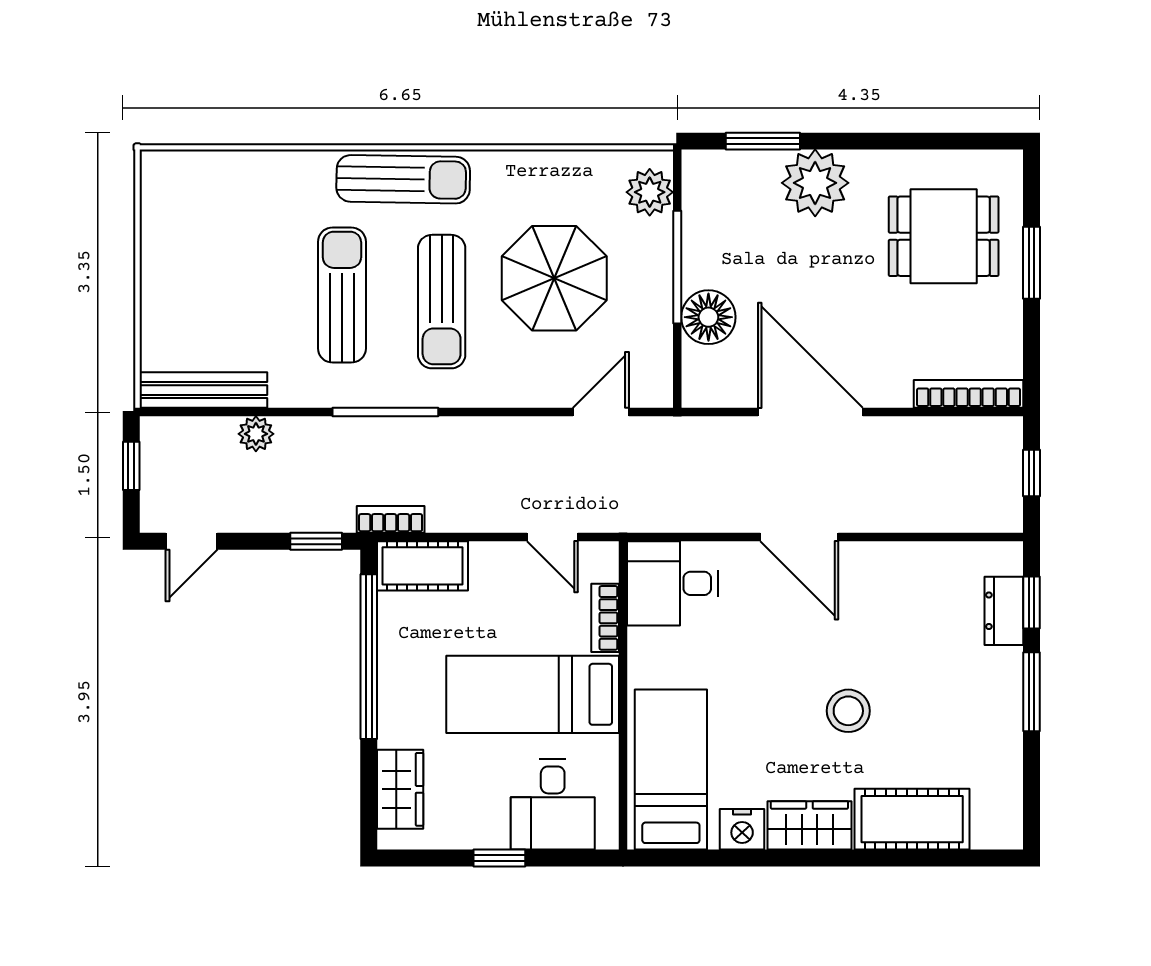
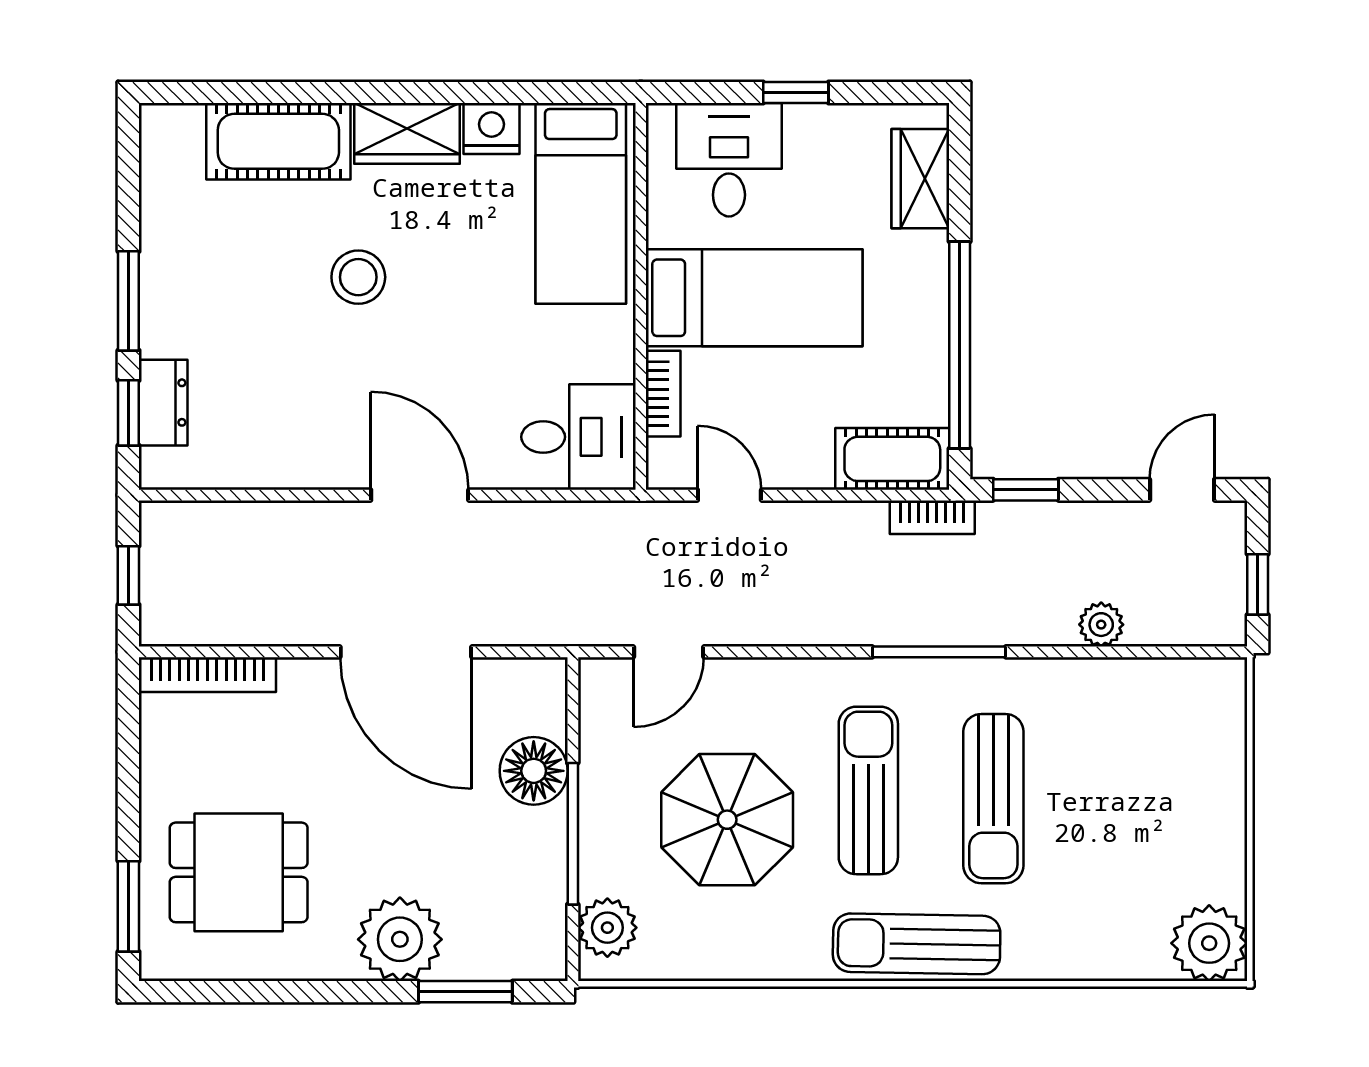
plant: (170, 180) -> (1209, 943), added
window: (1031, 263) -> (128, 906), moved
bench: (203, 390) -> (1167, 679), removed

